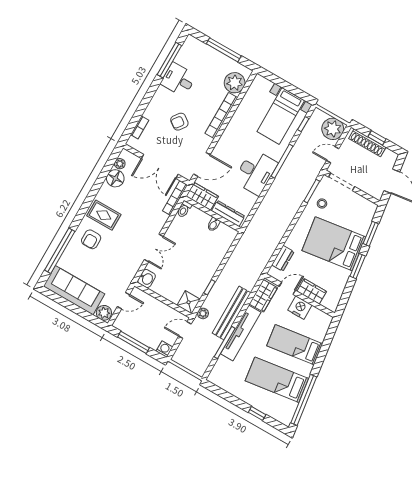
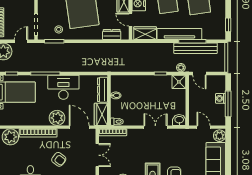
plant: (226, 146) -> (57, 118), added
door: (333, 155) -> (21, 41), swing flipped
double door: (160, 166) -> (97, 155), width x0.73
bench: (231, 313) -> (196, 48), moved
washing machine: (164, 349) -> (221, 98), moved
window: (220, 392) -> (228, 25), added

